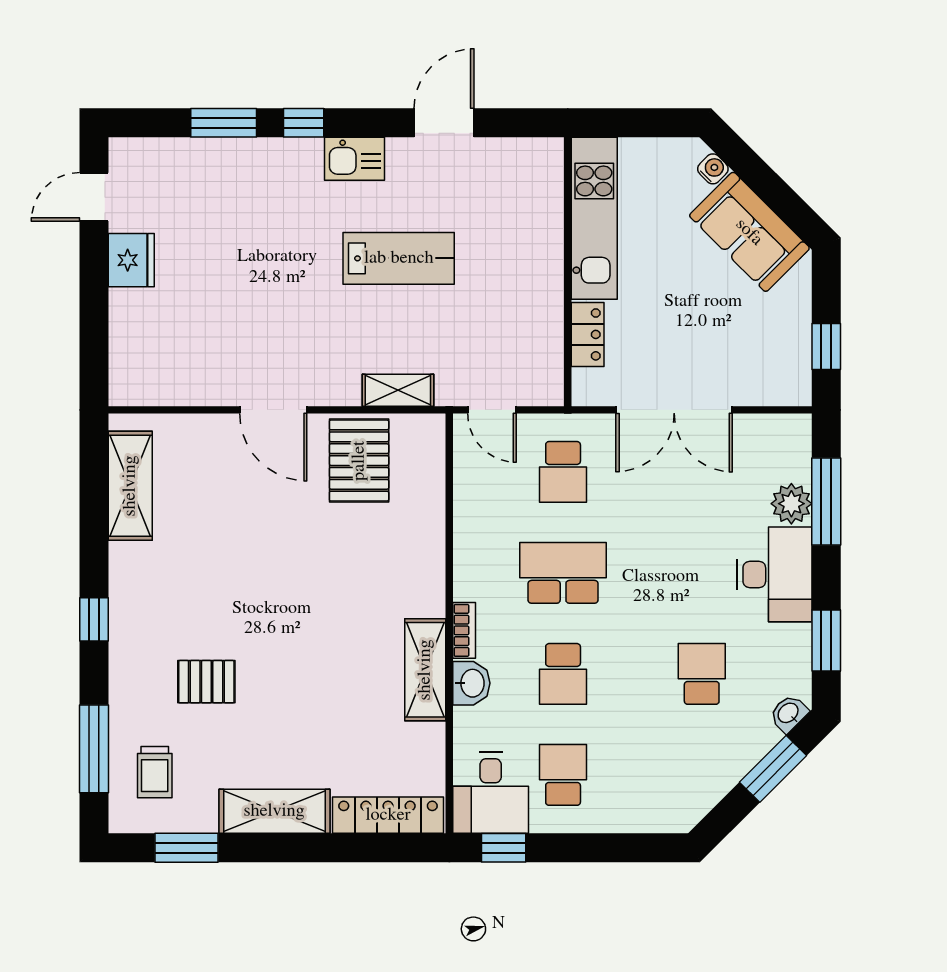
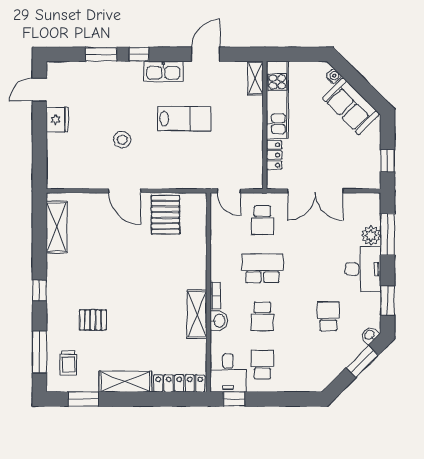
kitchen sink: (355, 159) -> (163, 71), width x1.38
stool: (268, 302) -> (122, 140), added
shelving: (398, 390) -> (255, 78), moved, turned 90

